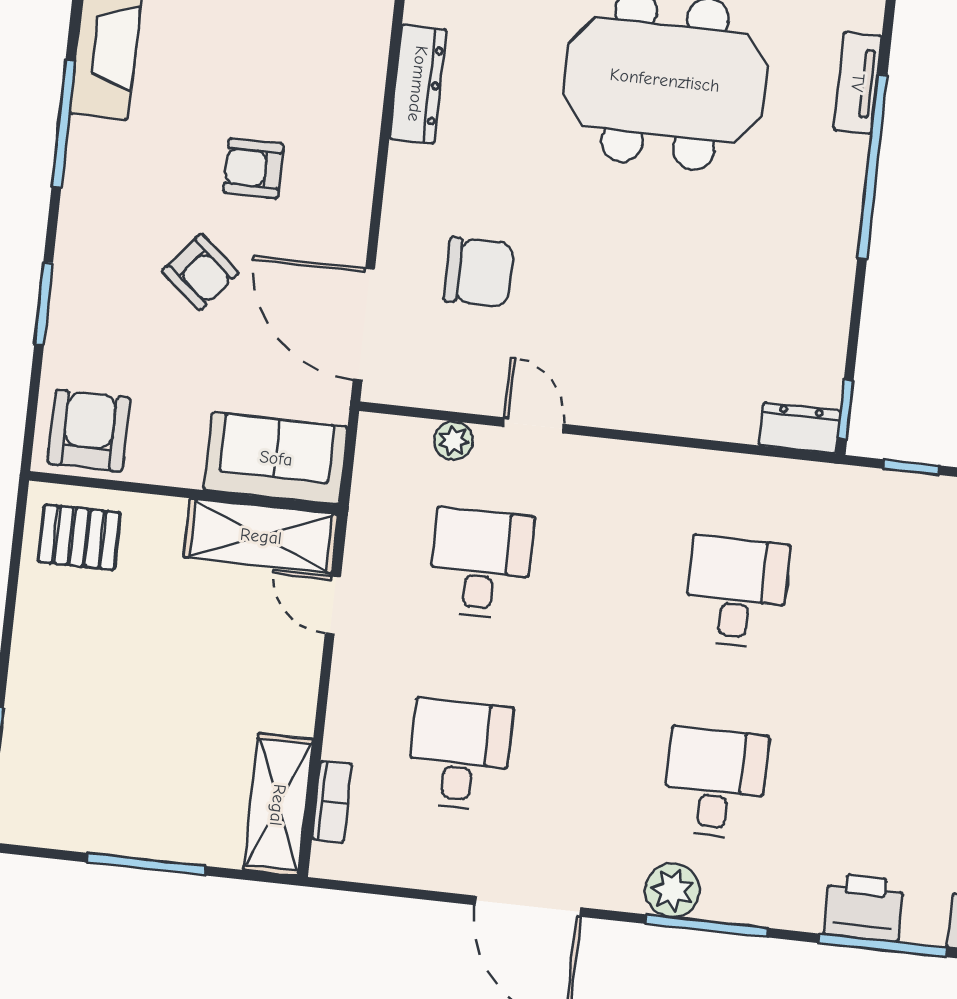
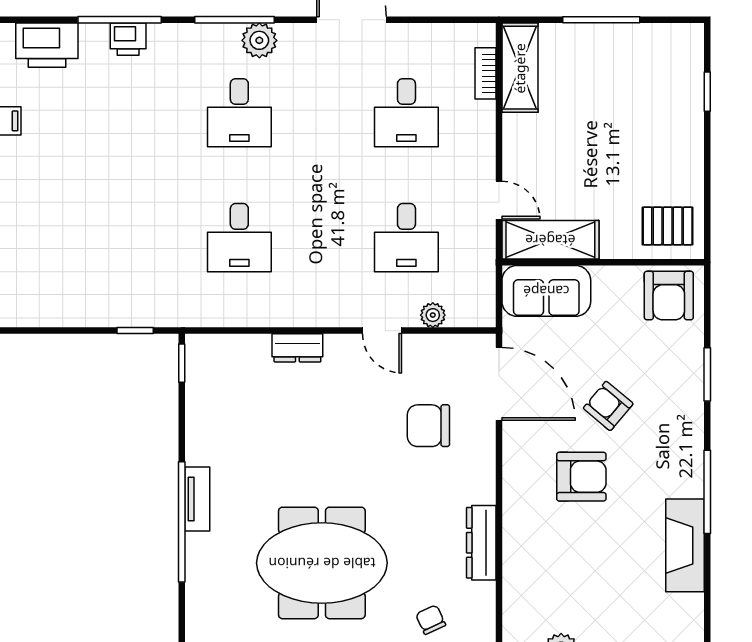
tv unit: (858, 83) -> (197, 499), moved
armchair: (253, 168) -> (581, 477), width x1.38, depth x1.38
dresser: (800, 428) -> (297, 348), moved
printer: (864, 907) -> (128, 39), width x0.73, depth x0.81

